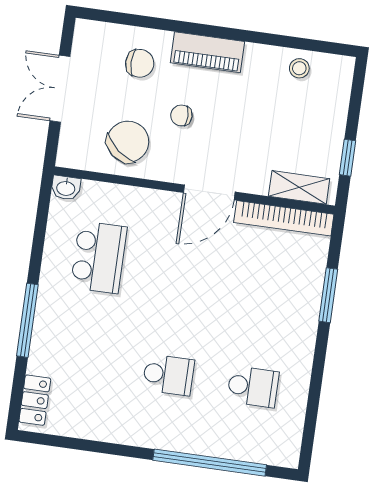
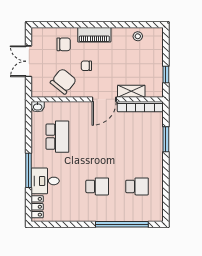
shelving: (299, 187) -> (131, 91), moved
desk: (60, 348) -> (45, 181), added

